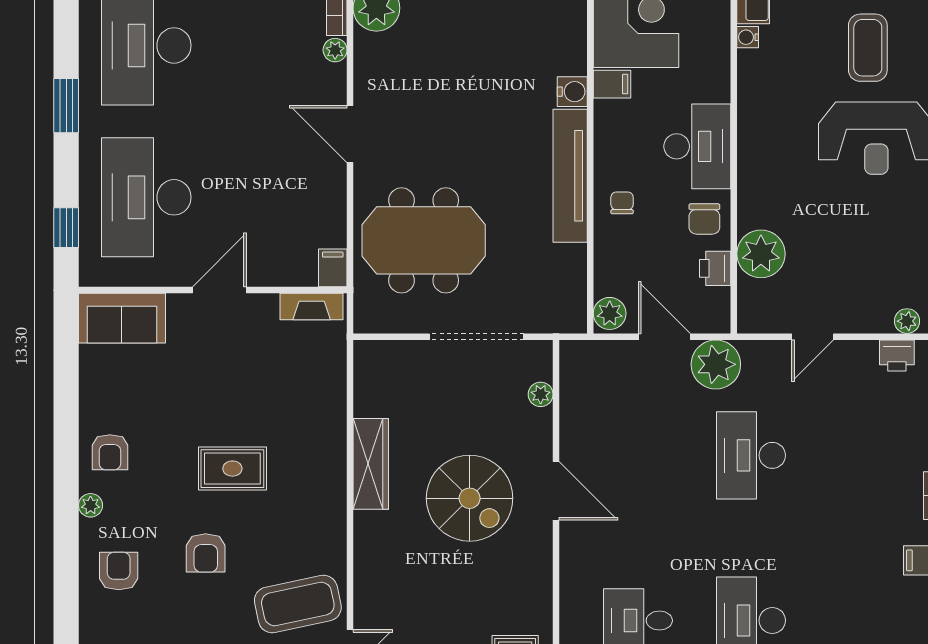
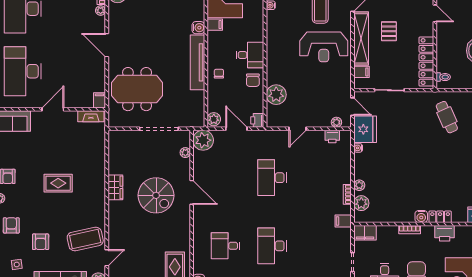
desk: (697, 146) -> (250, 55), width x0.73
printer: (715, 268) -> (257, 120), moved
plant: (716, 364) -> (203, 140), moved
wardrobe: (371, 464) -> (115, 187), width x0.67
armchair: (206, 553) -> (41, 242), moved

